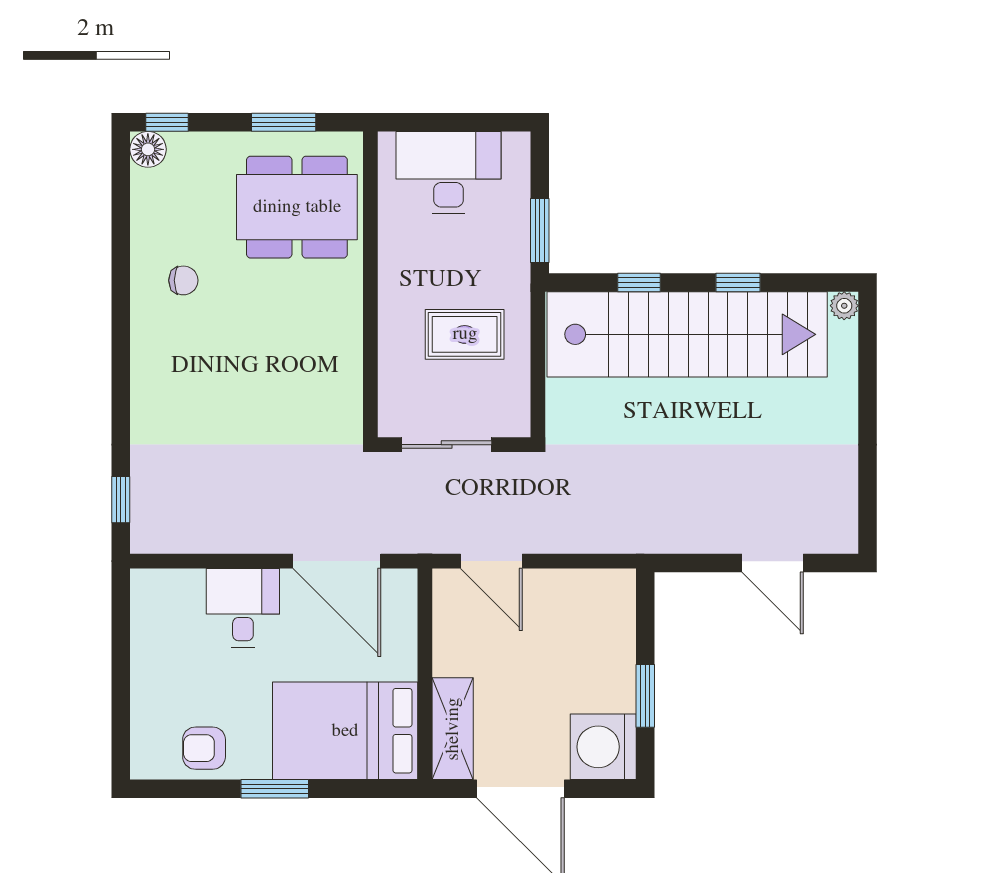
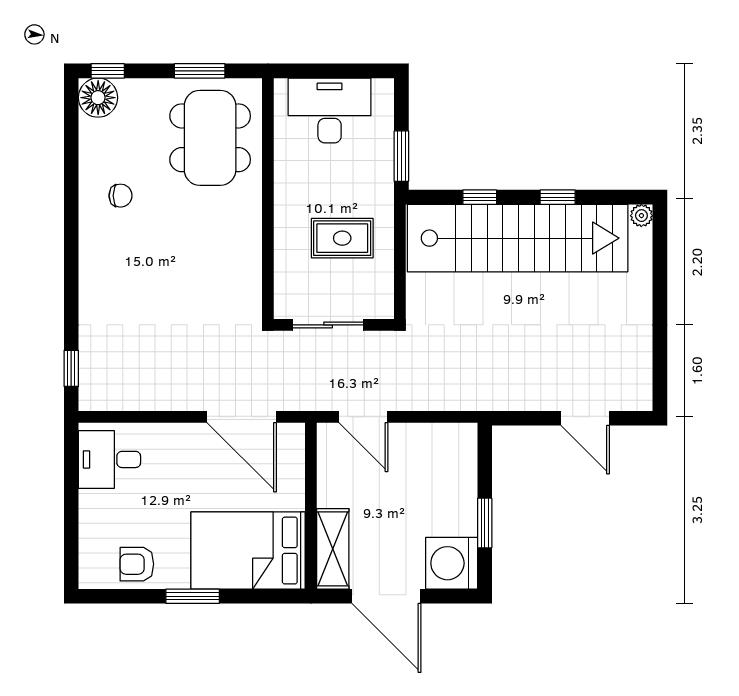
floor lamp: (148, 149) -> (98, 98), width x1.38, depth x1.38
dining table: (297, 207) -> (210, 138), turned 90
desk: (243, 608) -> (109, 459), moved, turned -90

